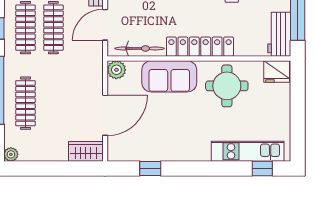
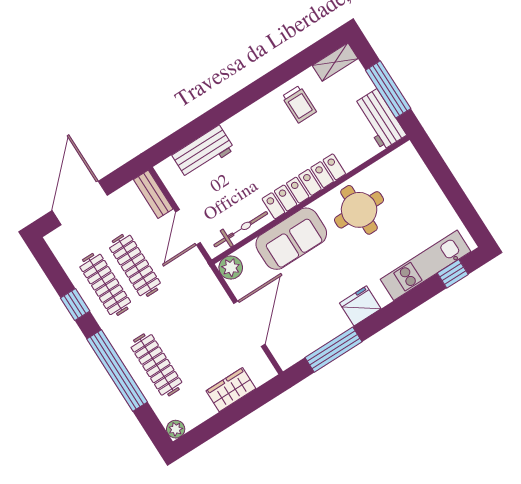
fridge: (277, 71) -> (360, 306), moved, turned 180
wardrobe: (86, 151) -> (231, 390), moved
window: (150, 168) -> (334, 350), width x2.17

